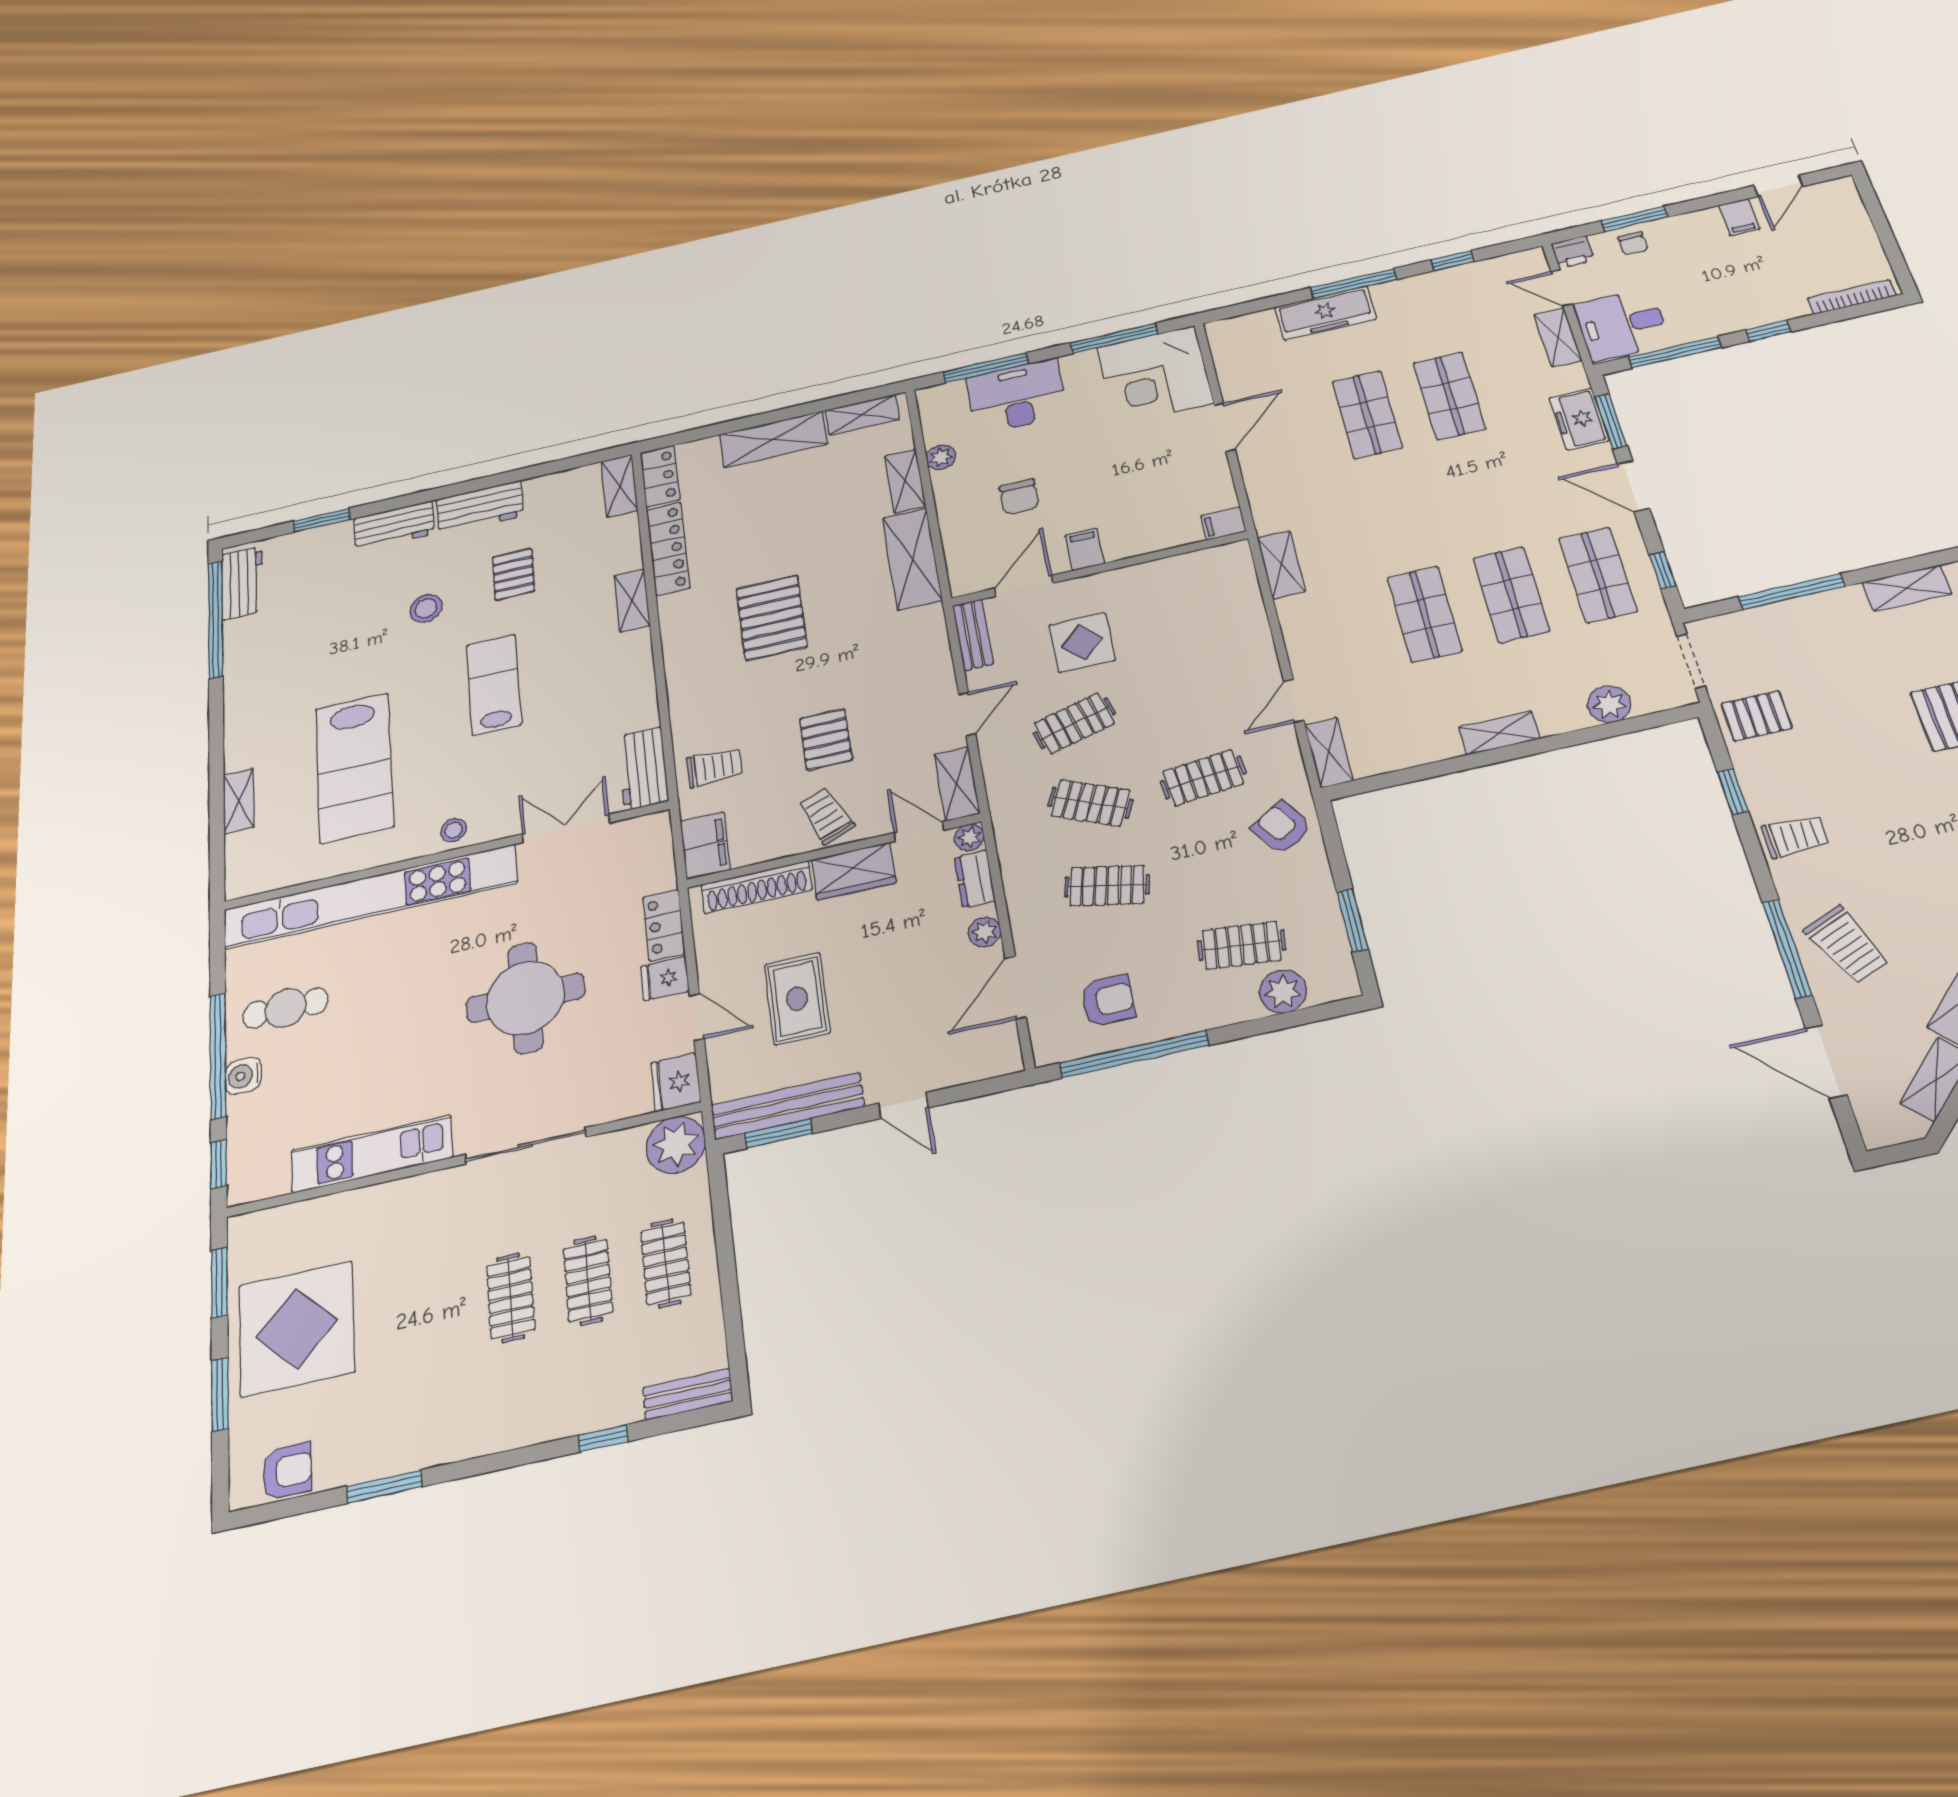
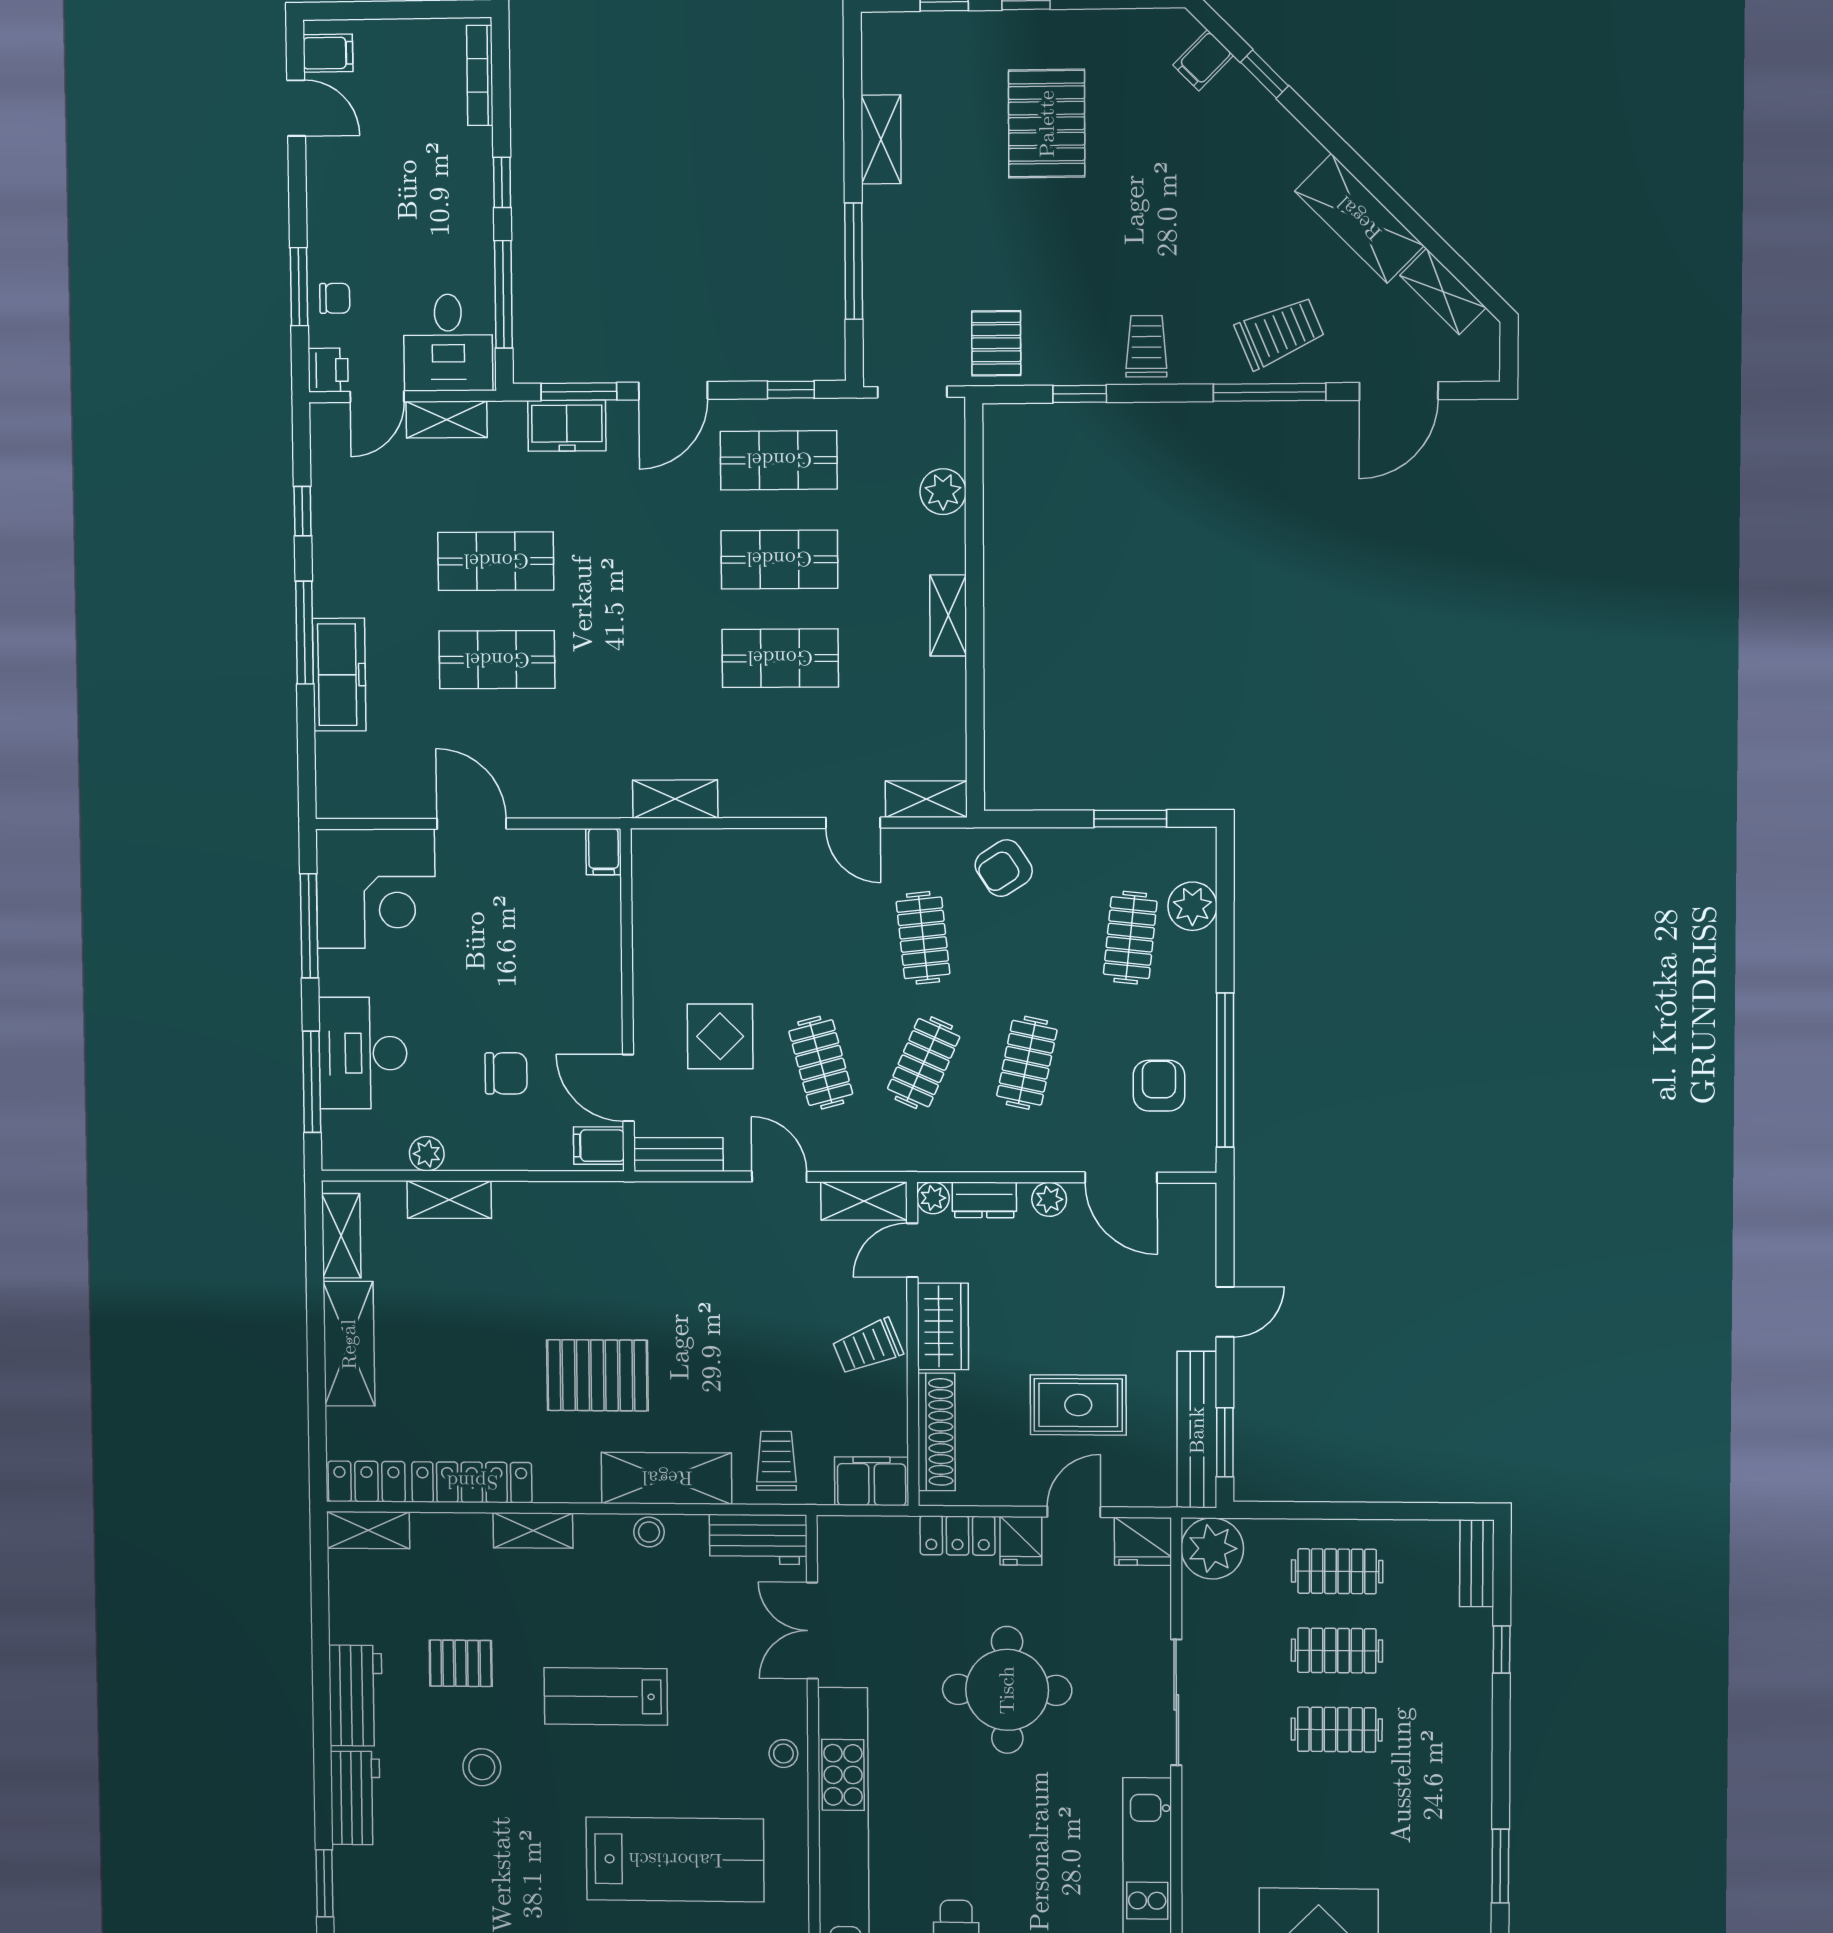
filing cabinet: (1739, 217) -> (328, 53), moved
filing cabinet: (1085, 549) -> (599, 1146), moved
shelving: (912, 559) -> (667, 1478), moved
stool: (640, 685) -> (649, 1532), added
pallet: (826, 739) -> (772, 1335), removed

